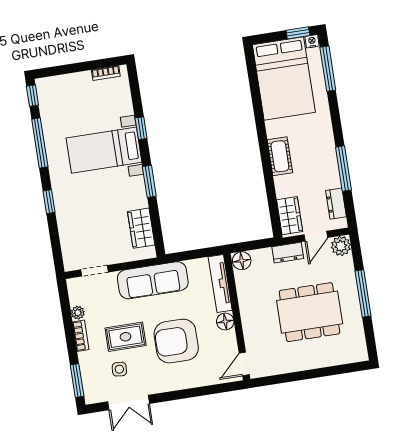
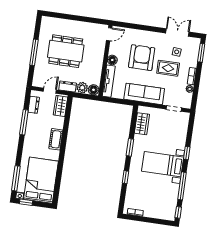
bed with nightstands: (104, 150) -> (163, 164), moved, turned 180
plant: (341, 246) -> (82, 88), moved
armchair: (176, 341) -> (142, 58), turned -90

